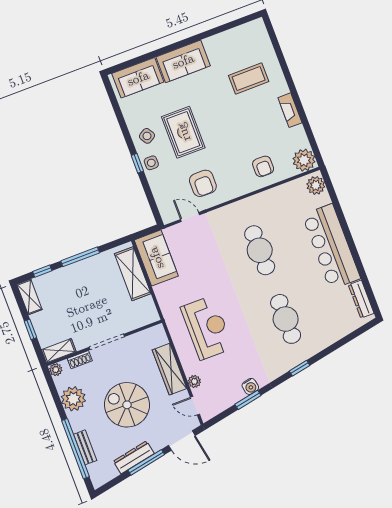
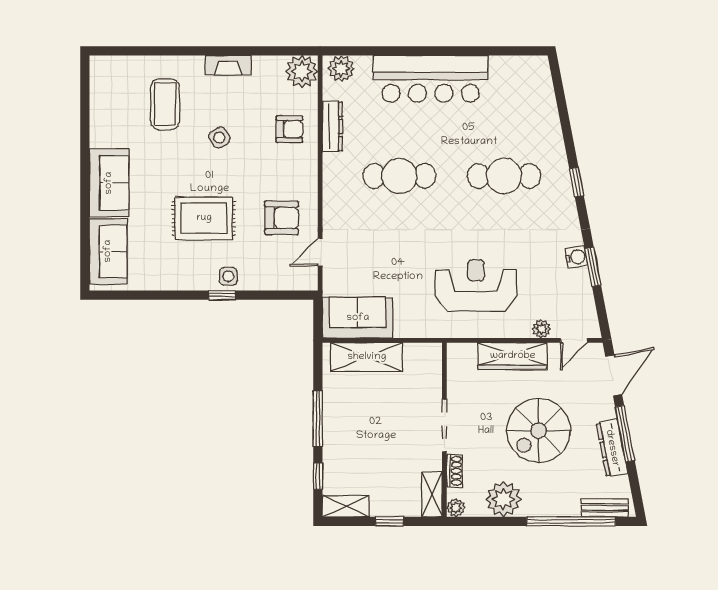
side table: (147, 136) -> (219, 138), moved
dresser: (361, 299) -> (332, 127), moved, turned -90
bench: (85, 447) -> (605, 508), moved

